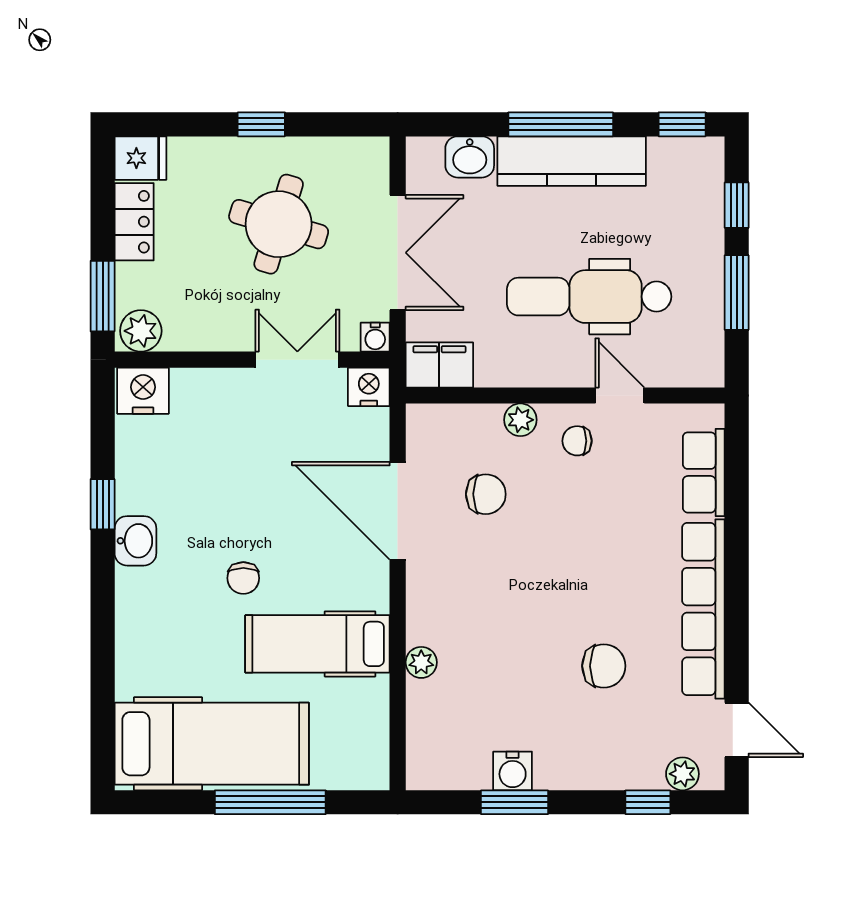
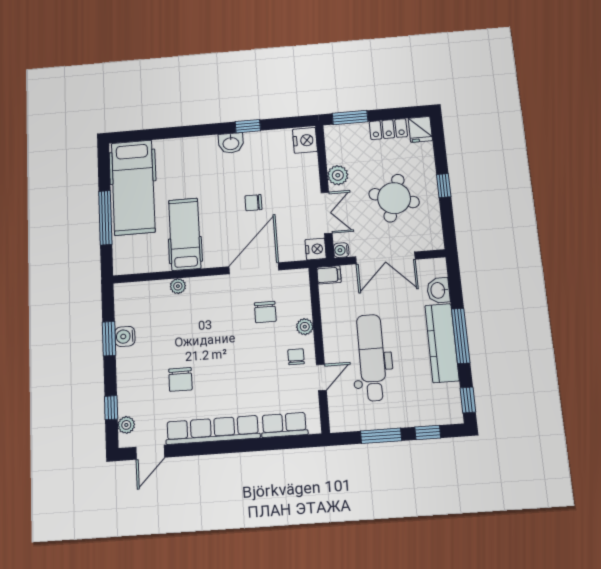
plant: (141, 331) -> (338, 175), moved
filing cabinet: (439, 365) -> (329, 275), width x0.50
chair: (243, 578) -> (253, 203), moved

